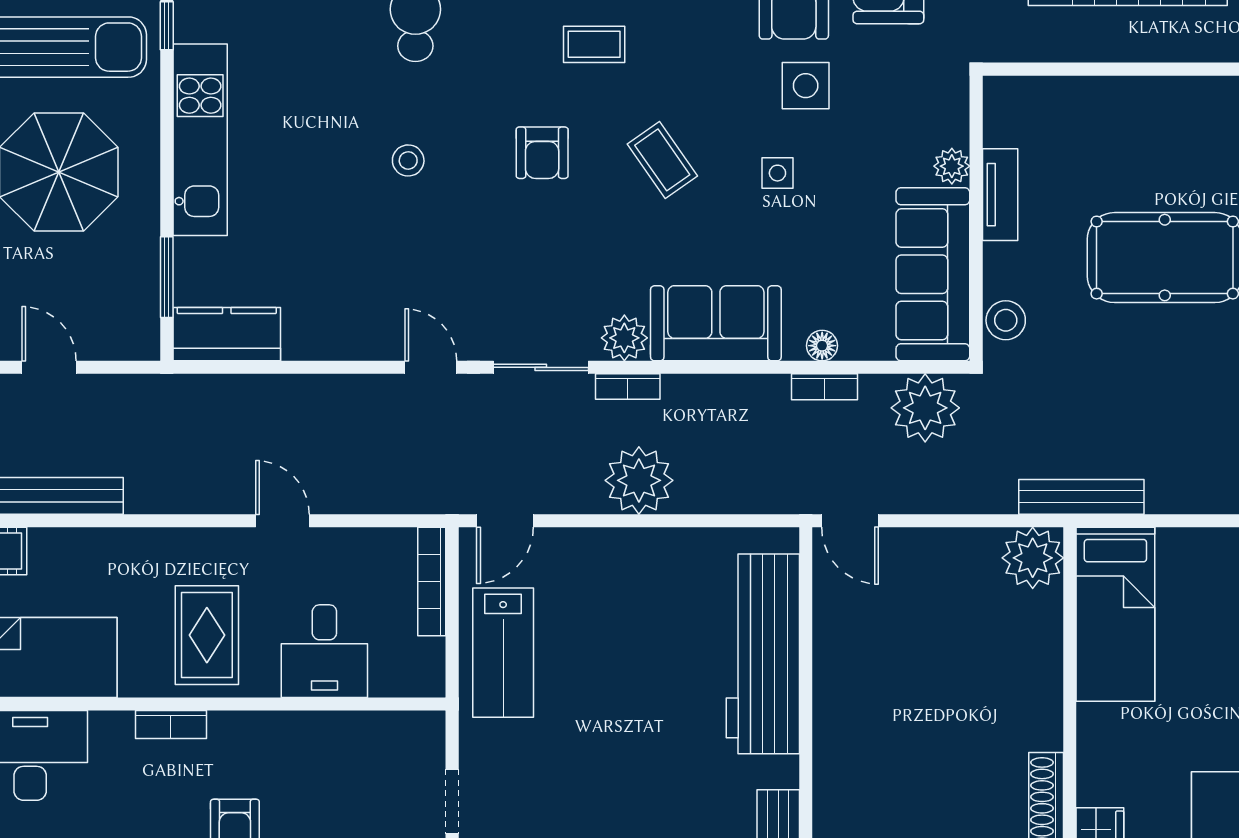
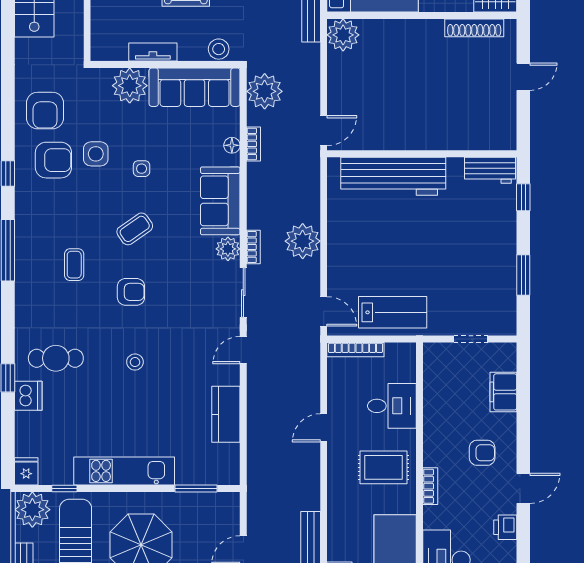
plant: (952, 166) -> (130, 86), width x1.88, depth x1.88
kitchen counter: (227, 334) -> (226, 414), moved

